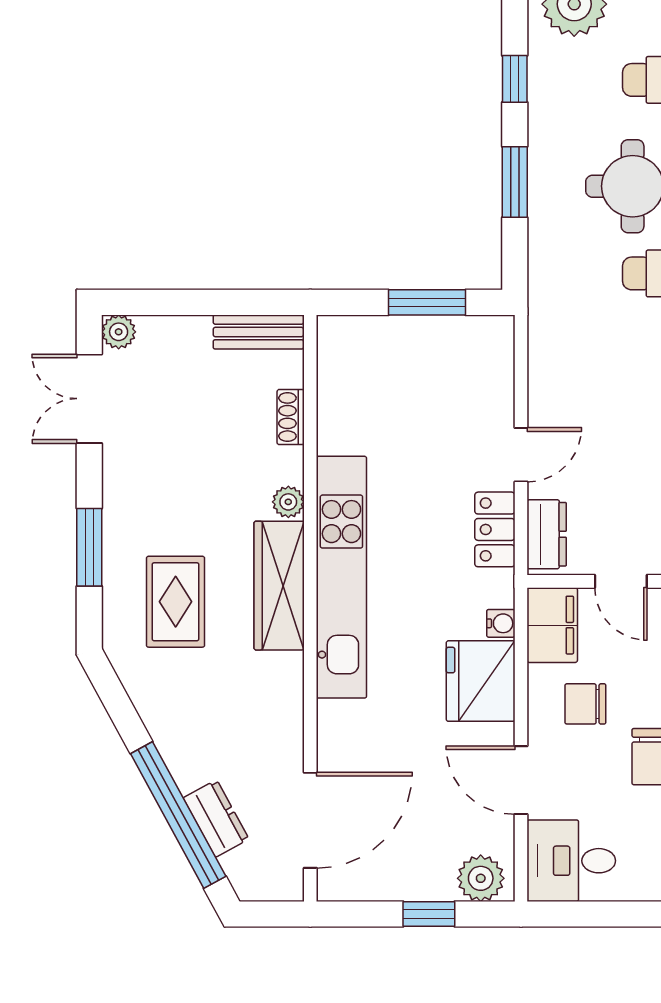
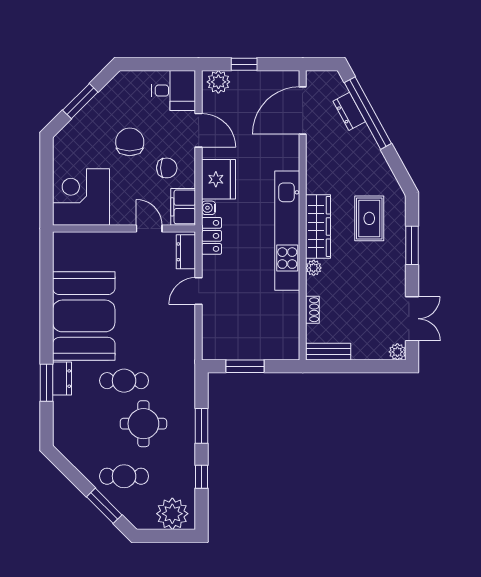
locker: (495, 529) -> (211, 236), moved

